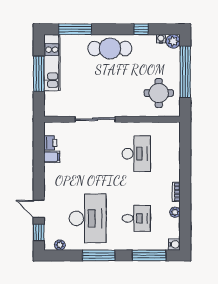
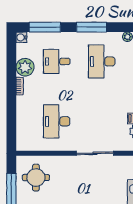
plant: (175, 212) -> (25, 67), width x1.88, depth x1.88
desk: (88, 218) -> (102, 61), width x0.73, depth x0.77

